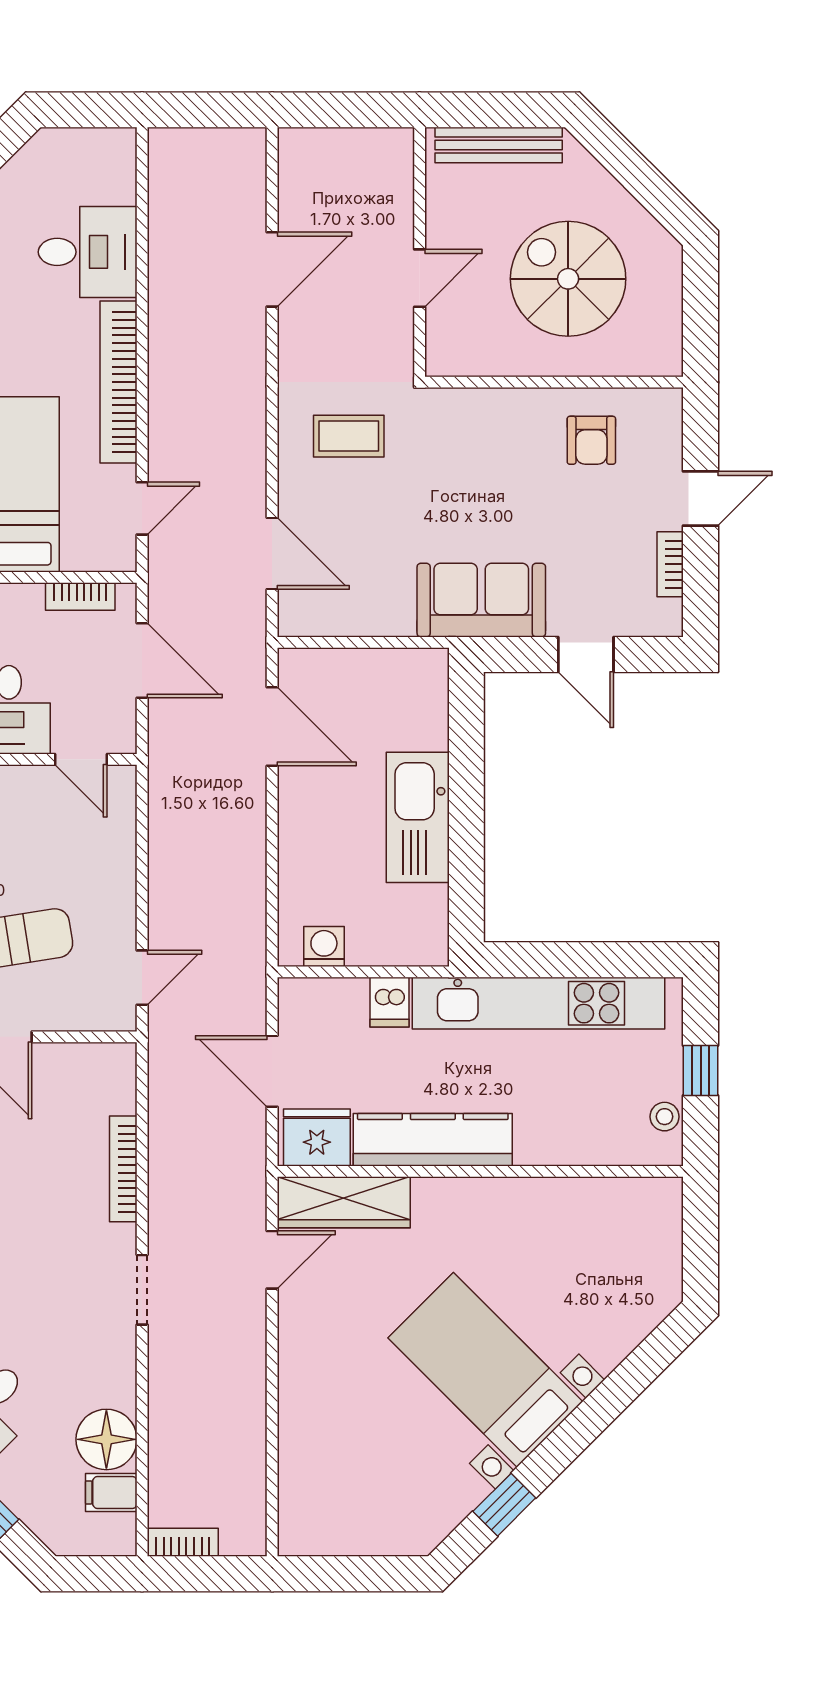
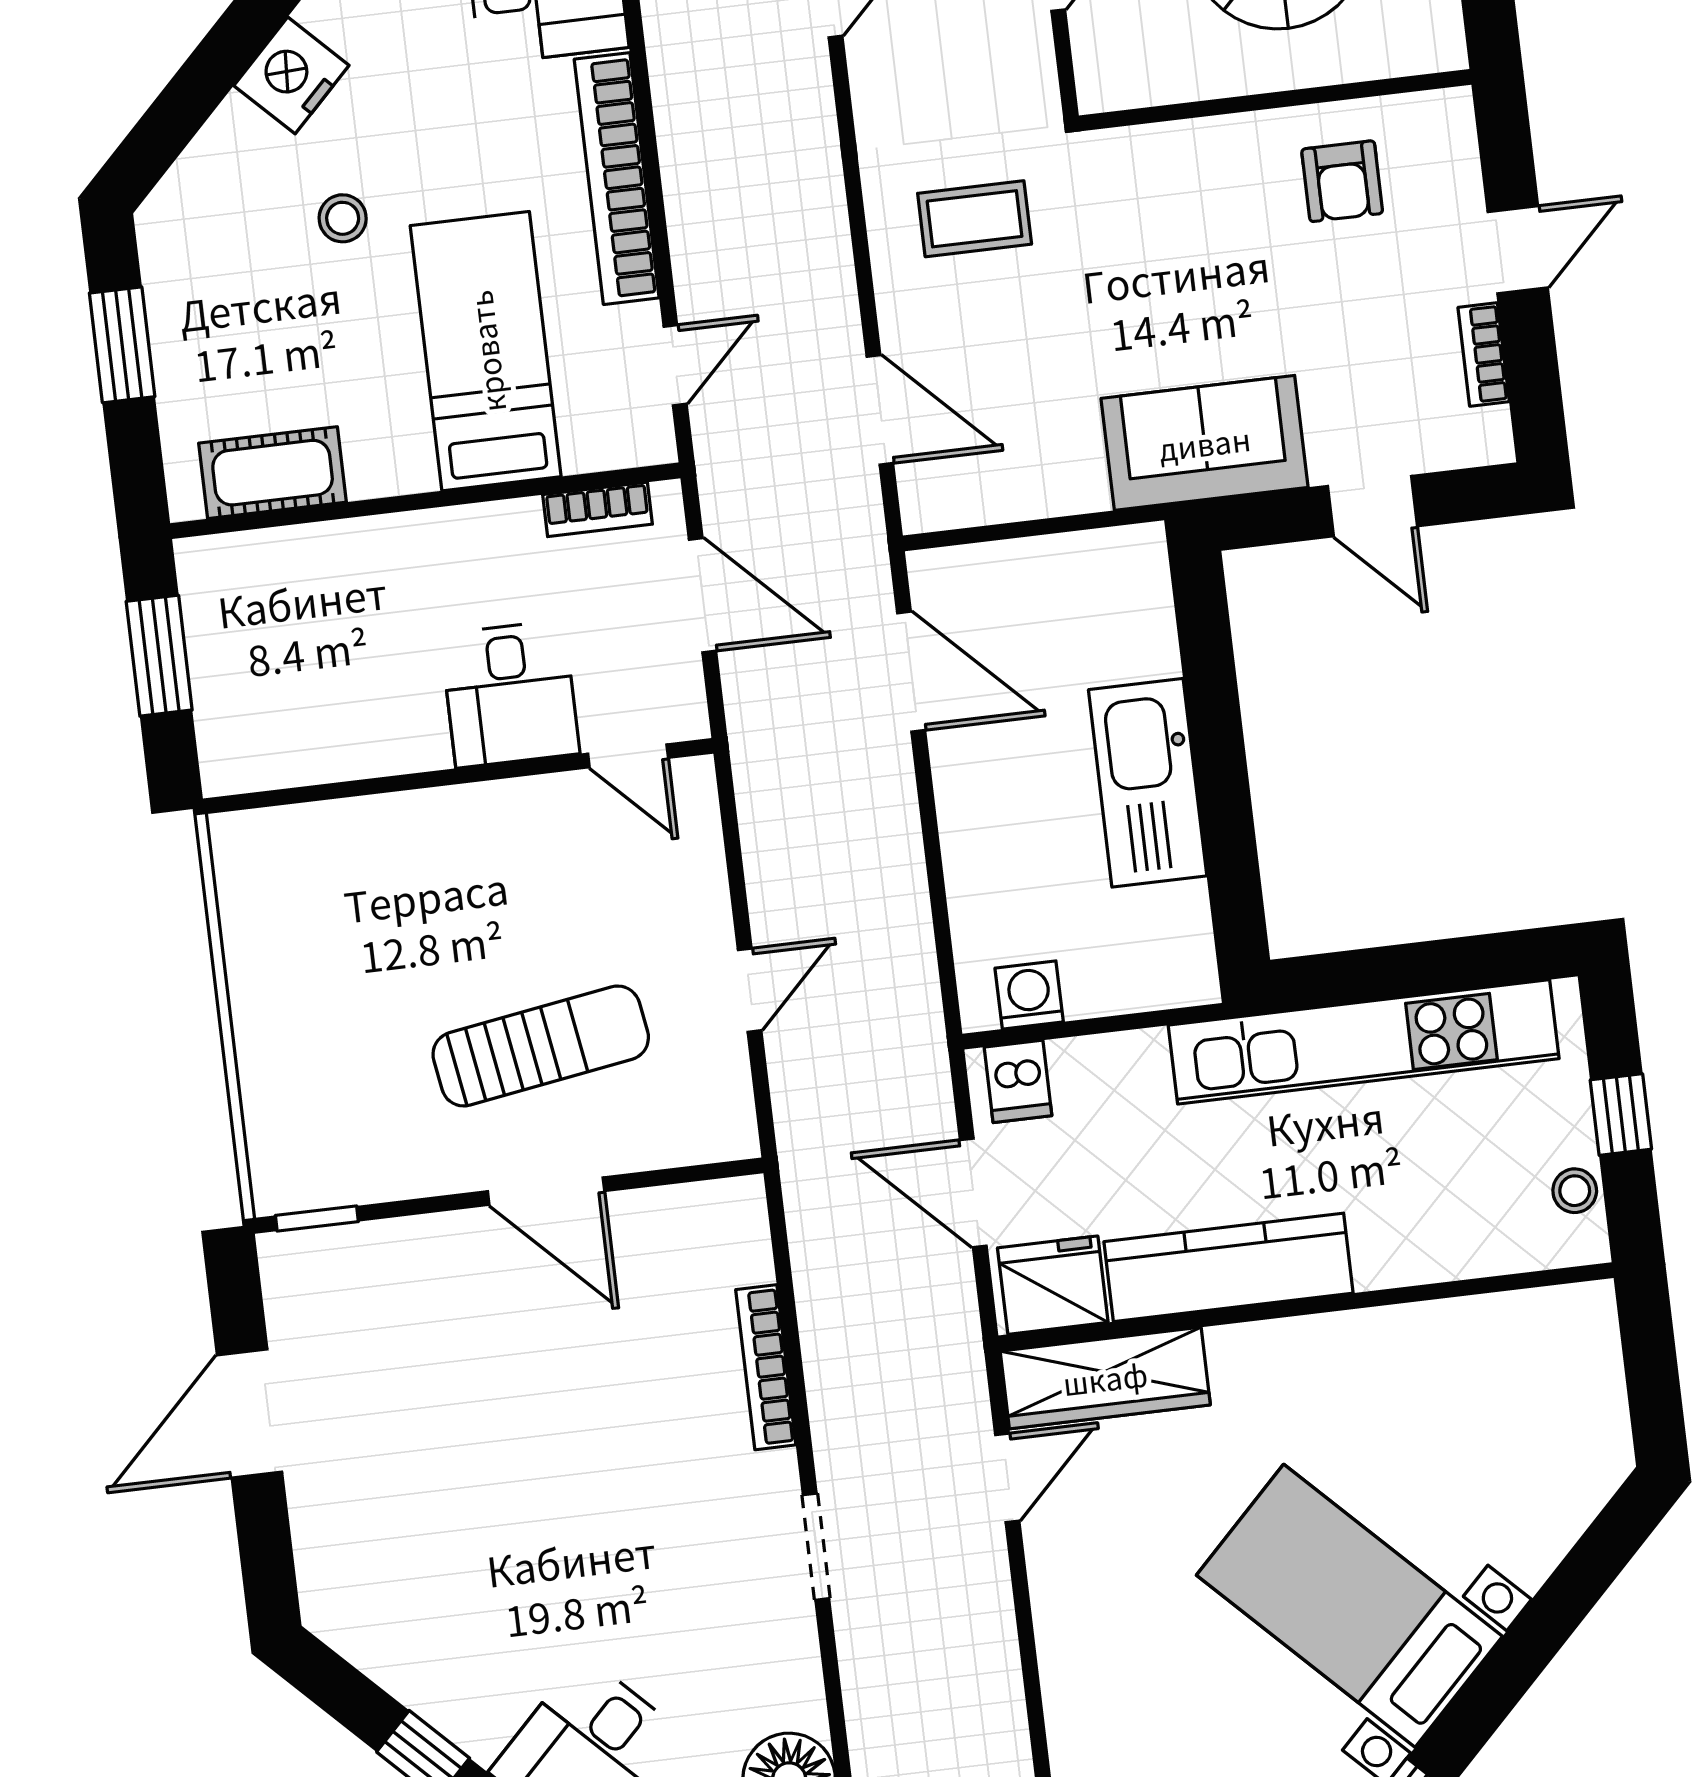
door: (142, 978) -> (750, 990), moved
dishwasher: (389, 1002) -> (1018, 1081), moved

